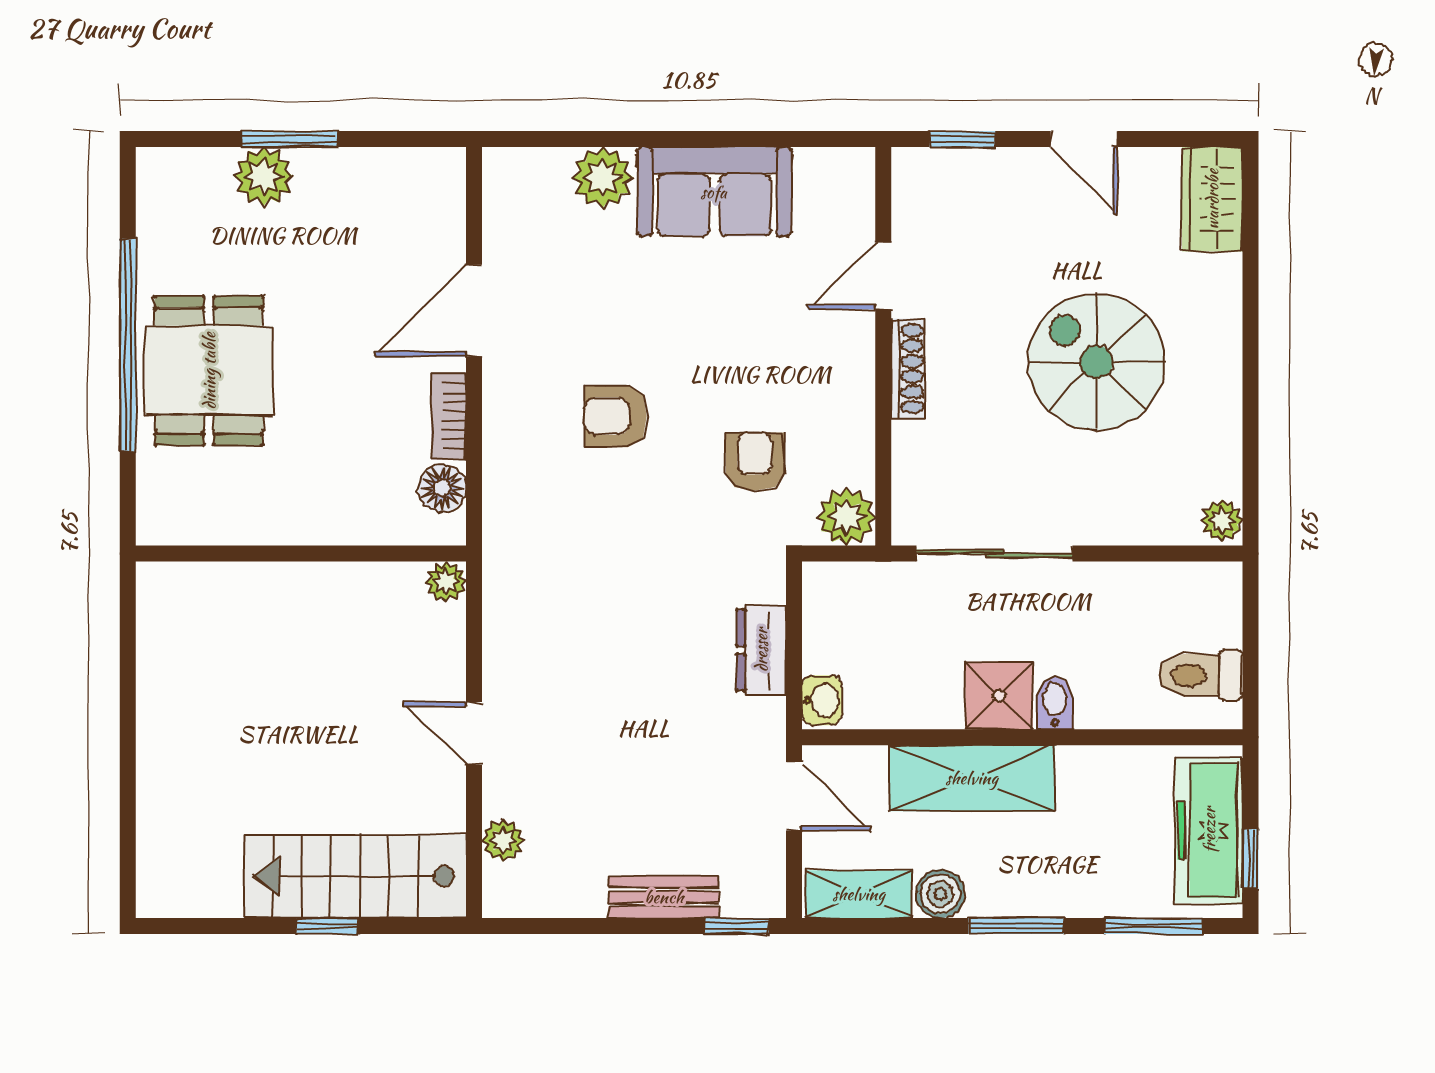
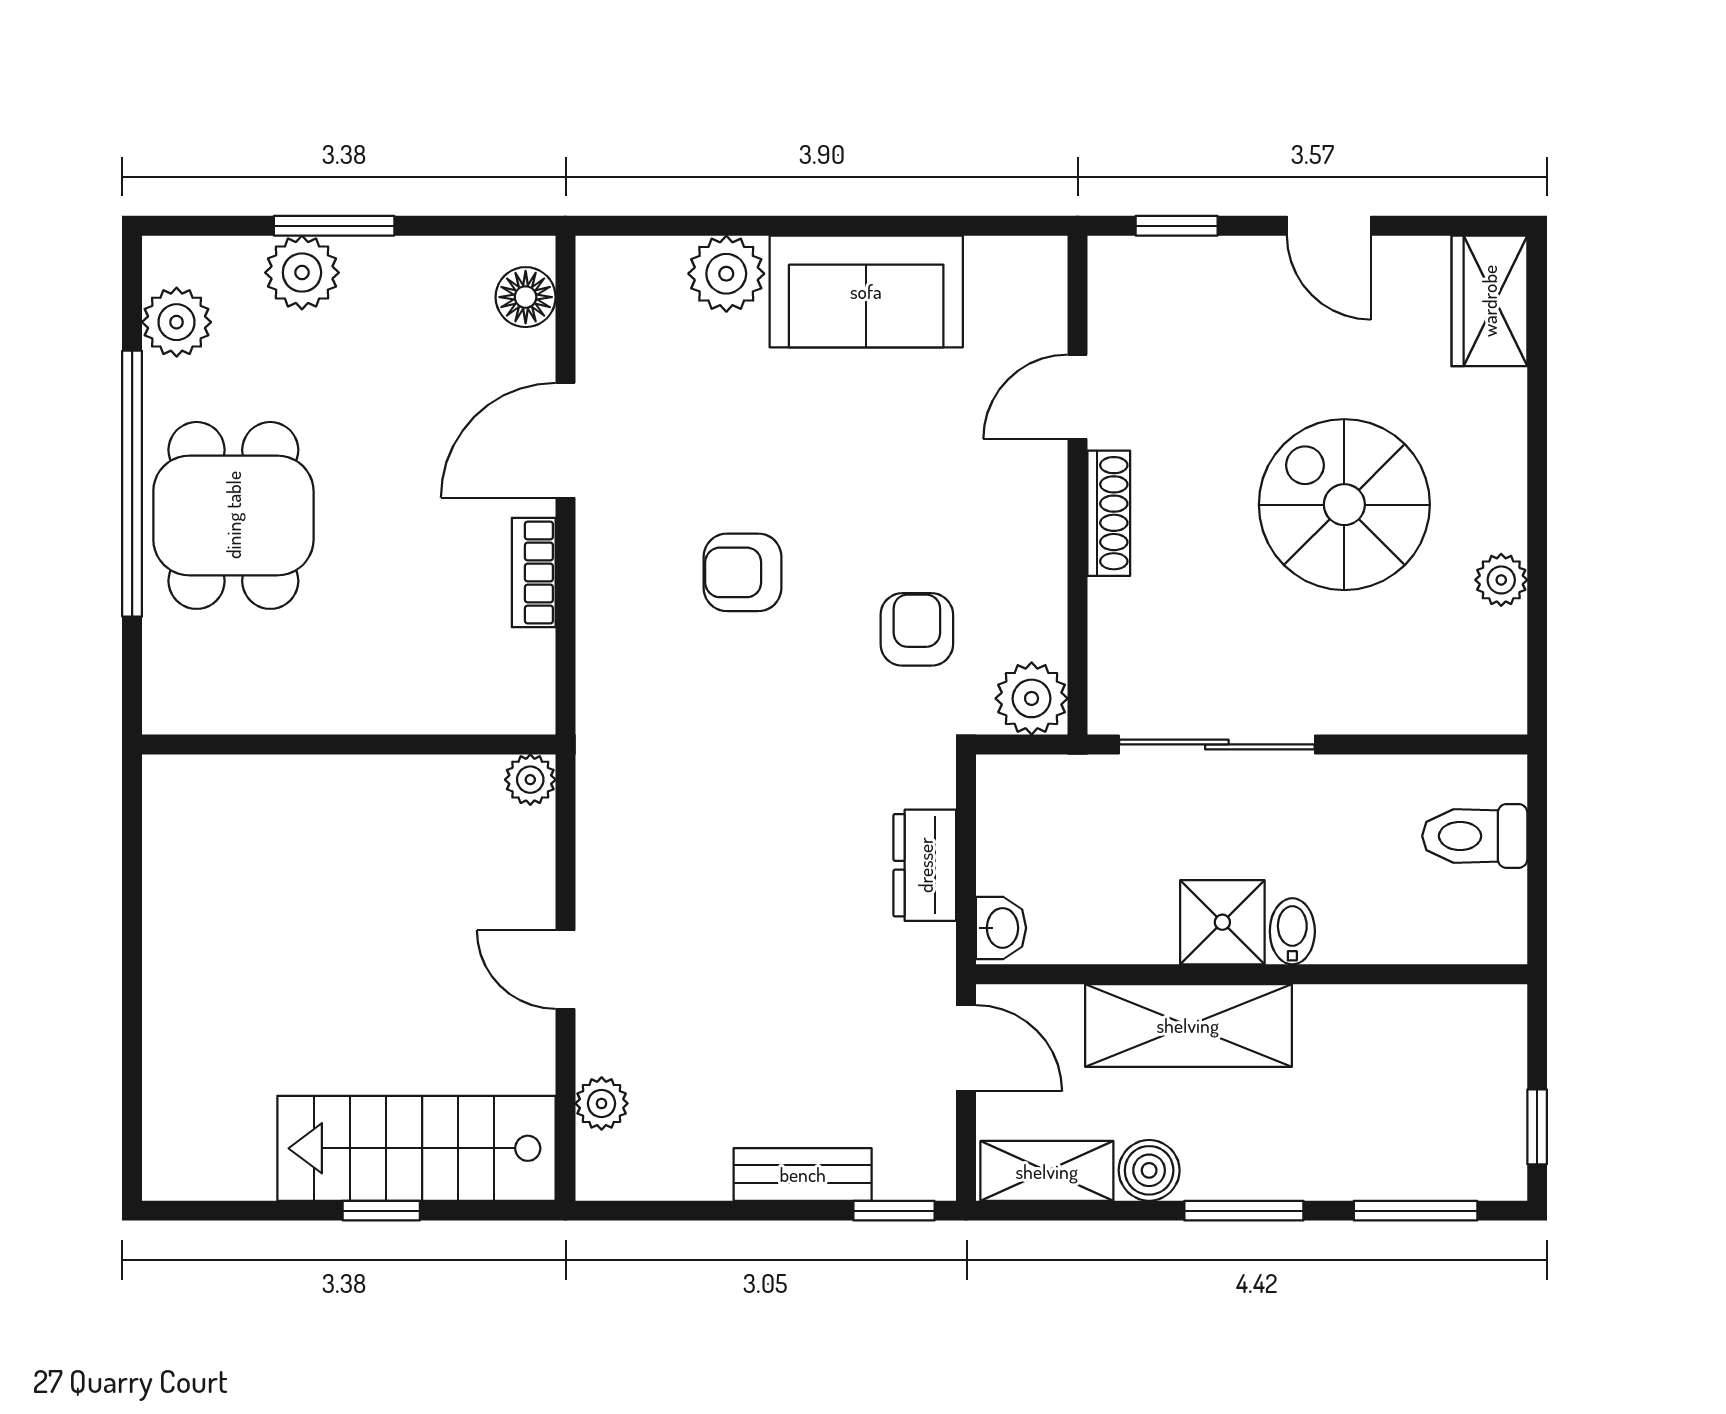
plant: (163, 216) -> (177, 322), added
floor lamp: (442, 488) -> (526, 297), moved
plant: (1222, 521) -> (1501, 580), moved
toilet: (1201, 675) -> (1475, 836), moved
freezer: (1209, 830) -> (1485, 1091), removed

